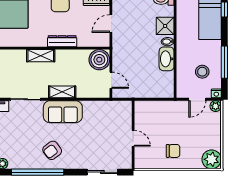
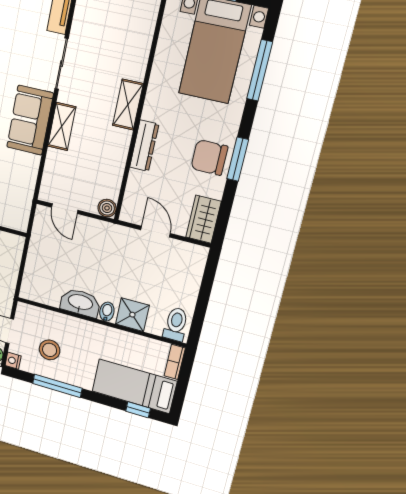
boiler: (99, 60) -> (107, 208), width x0.54, depth x0.54
door: (111, 80) -> (65, 209), hinge flipped

